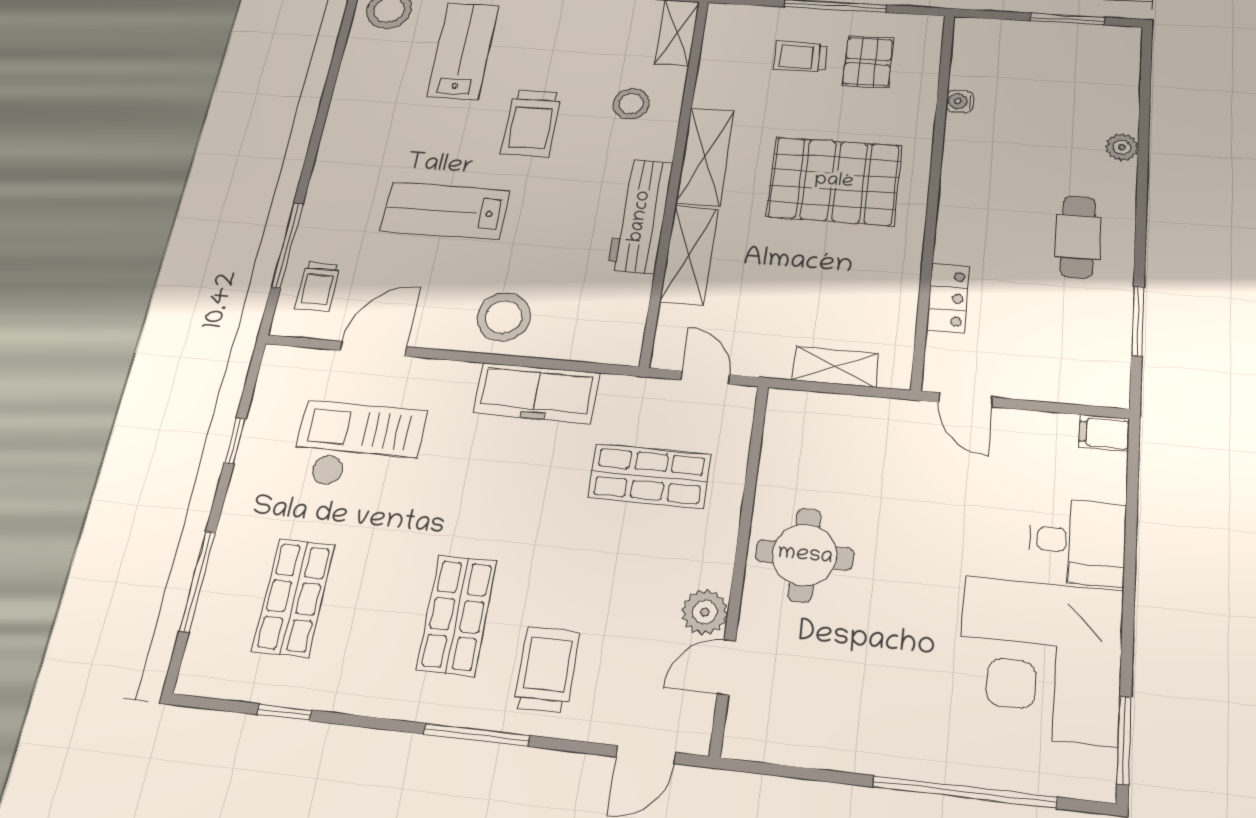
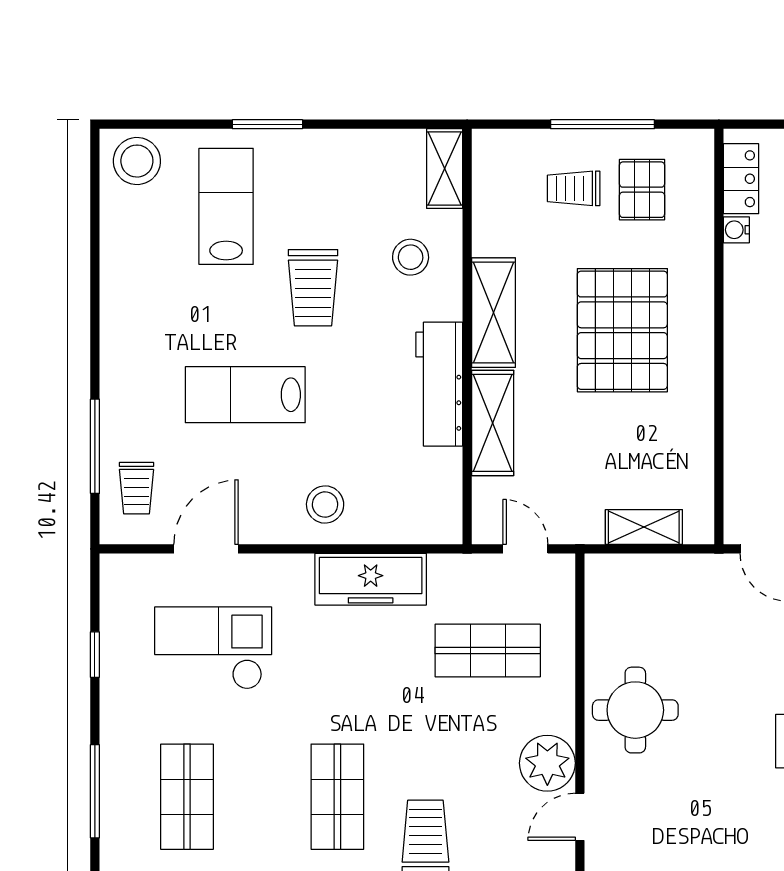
pallet: (834, 181) -> (622, 330), turned 90
locker: (948, 298) -> (741, 179), moved
stool: (504, 317) -> (325, 505), width x0.73, depth x0.73
plant: (705, 612) -> (547, 763), width x1.36, depth x1.36

